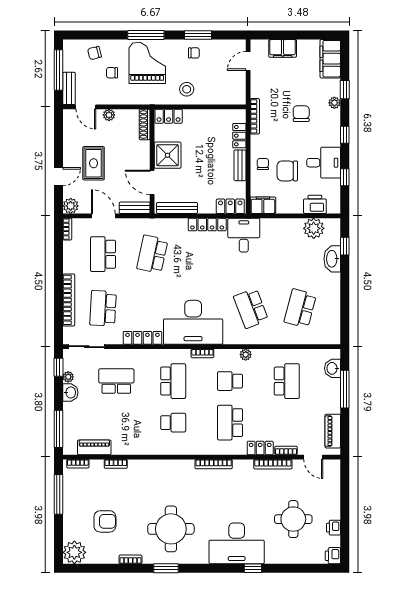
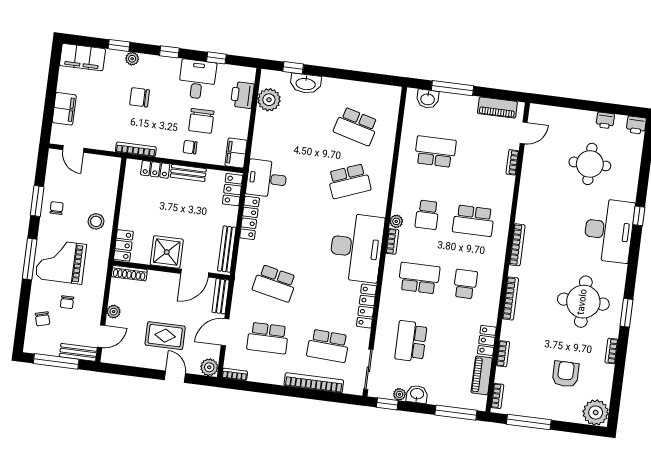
plant: (246, 355) -> (396, 221), moved
locker: (260, 448) -> (487, 340), moved
bookcase: (273, 464) -> (510, 298), moved

